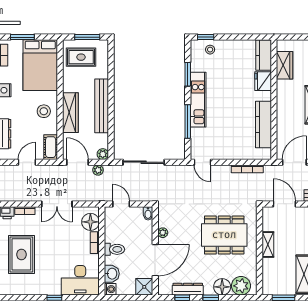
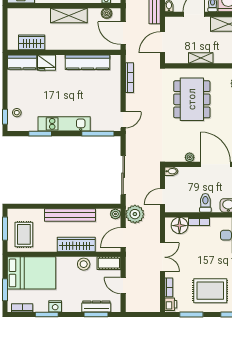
stool: (44, 111) -> (84, 264), moved
window: (188, 121) -> (98, 134), moved
plant: (98, 170) -> (135, 214), width x1.87, depth x1.87

